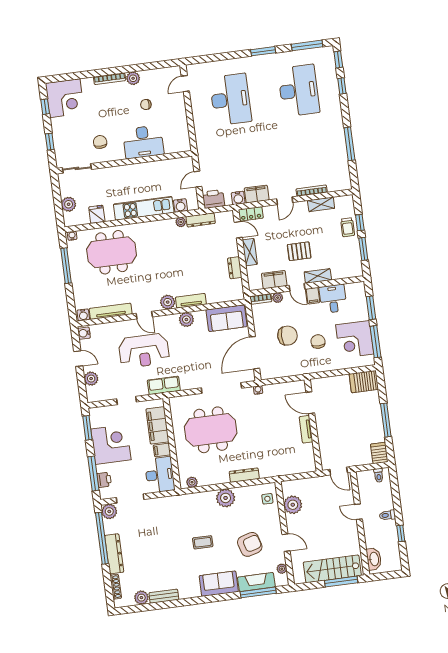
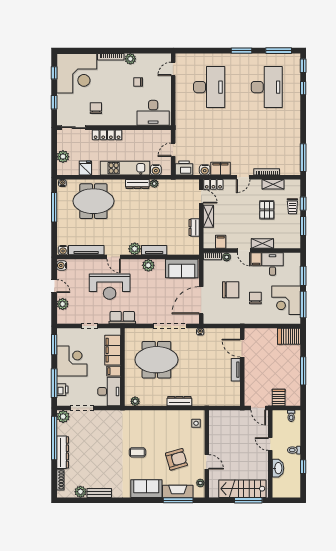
corner desk: (65, 98) -> (77, 73), width x1.36, depth x1.36
desk: (143, 142) -> (153, 113), moved
window: (349, 144) -> (303, 158), moved
locker: (117, 172) -> (107, 135), added
dresser: (201, 220) -> (137, 184), moved
pallet: (299, 251) -> (267, 210), moved, turned 90
filing cabinet: (274, 280) -> (221, 242), width x0.50
server rack: (379, 453) -> (279, 397), moved
plant: (226, 498) -> (161, 418), removed
plant: (293, 505) -> (217, 431), removed
washbasin: (374, 559) -> (278, 468), moved

